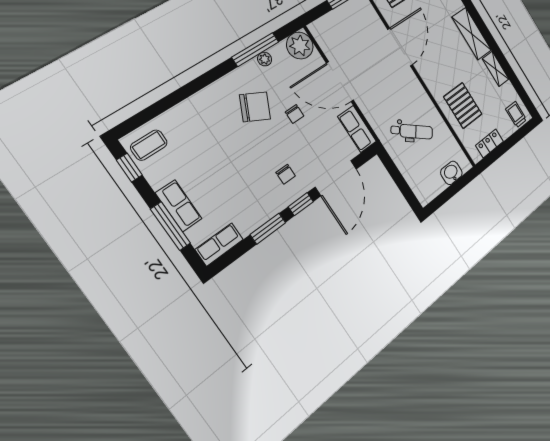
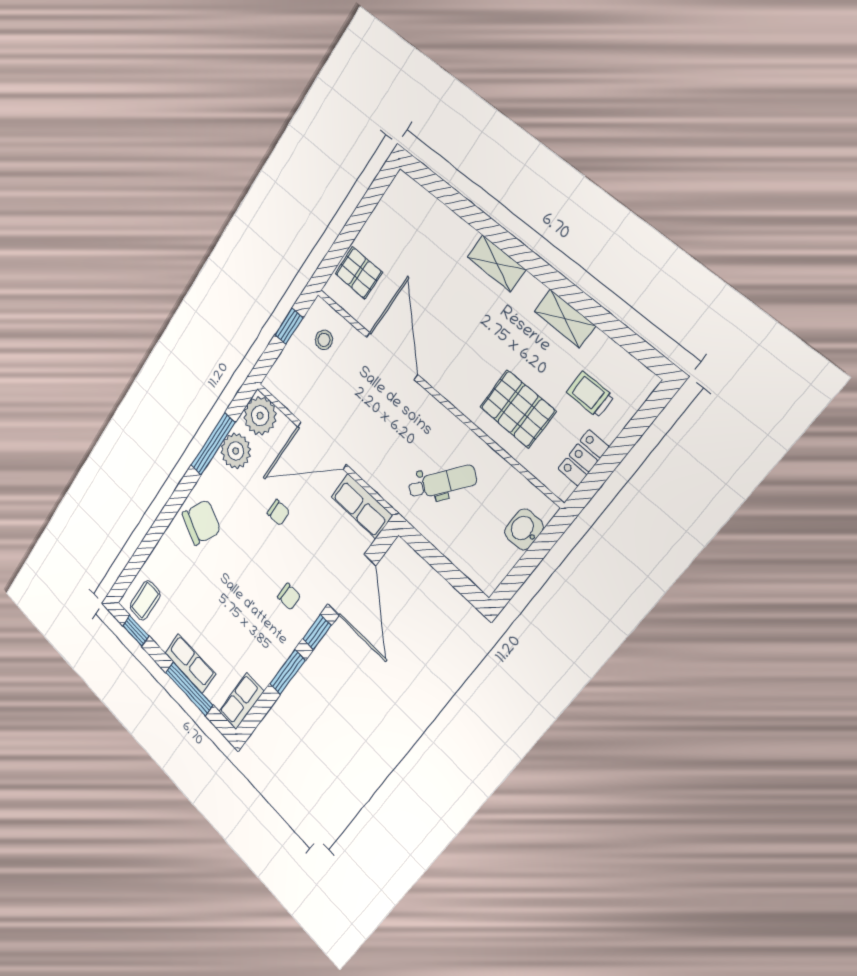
stool: (360, 19) -> (324, 340), added
shelving: (472, 34) -> (497, 263), width x0.67, depth x0.75
plant: (265, 59) -> (236, 451), width x1.88, depth x1.88
chair: (255, 107) -> (201, 522), moved
trolley: (516, 114) -> (590, 394), moved

